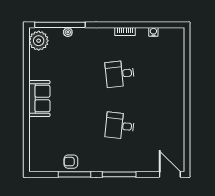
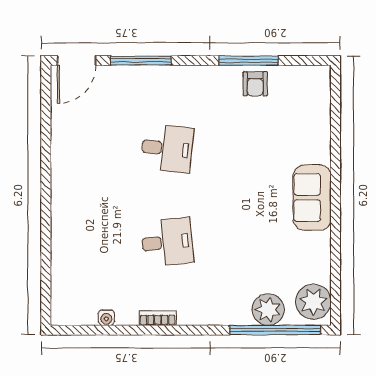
plant: (68, 32) -> (268, 310), width x1.88, depth x1.88
armchair: (71, 162) -> (255, 84), turned 90
window: (119, 174) -> (141, 61), moved
door: (170, 174) -> (77, 61), hinge flipped

